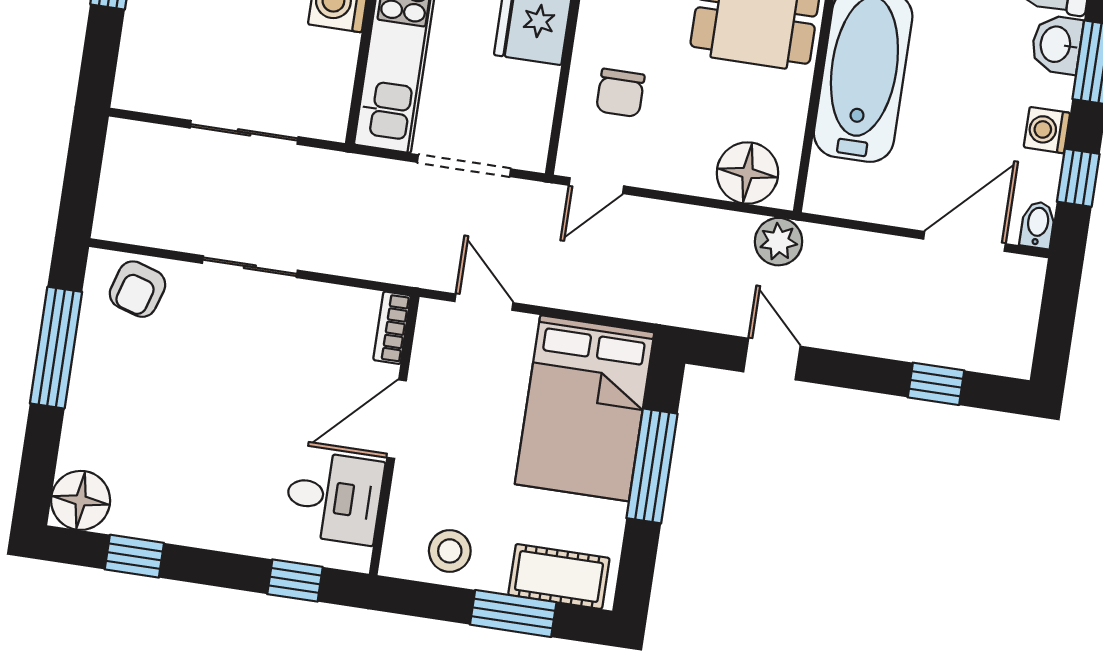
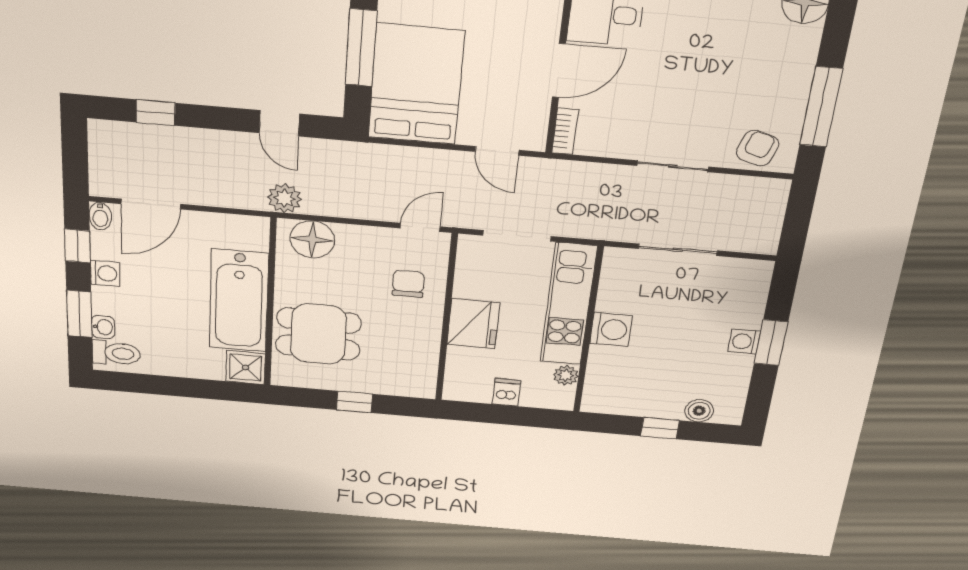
washbasin: (1057, 44) -> (103, 327), width x0.72, depth x0.69

